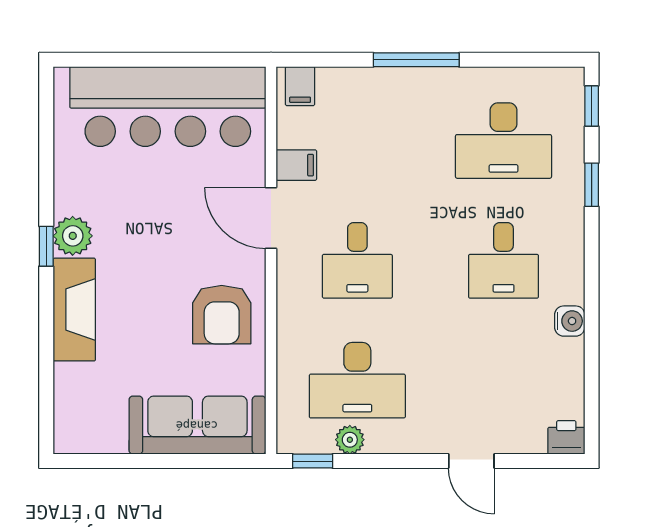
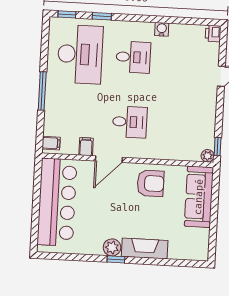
desk: (503, 141) -> (80, 54), width x1.36, depth x1.30
desk: (357, 380) -> (183, 125), removed
plant: (350, 440) -> (208, 156), moved

